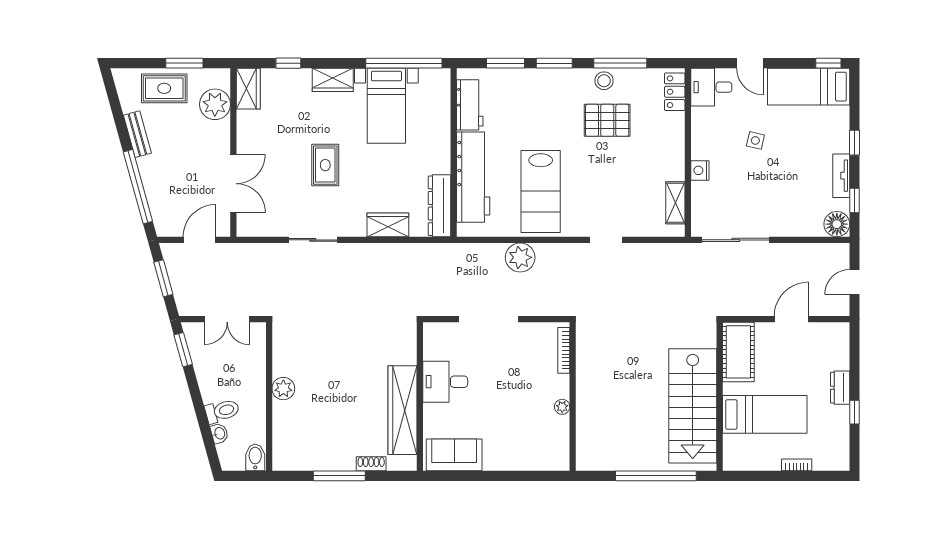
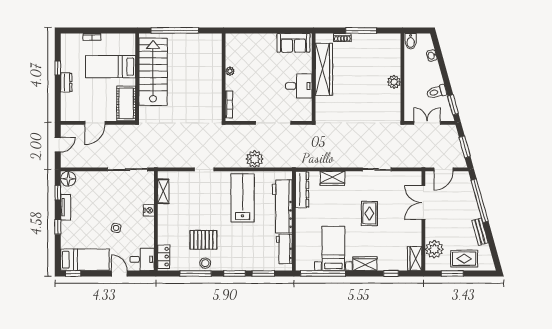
toilet: (222, 411) -> (436, 92), moved

